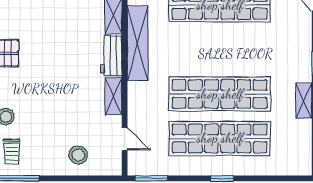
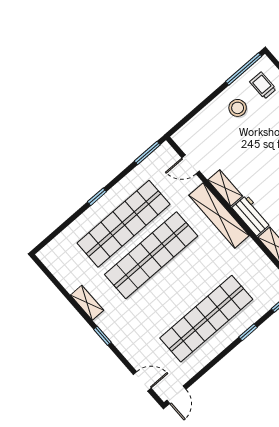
shelving: (138, 43) -> (219, 215), moved
stool: (78, 155) -> (238, 108), moved

